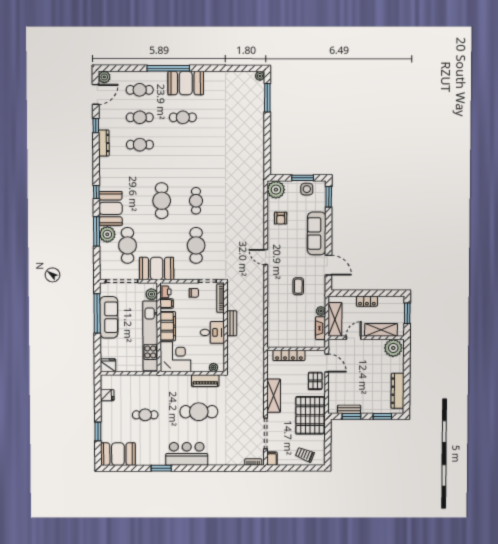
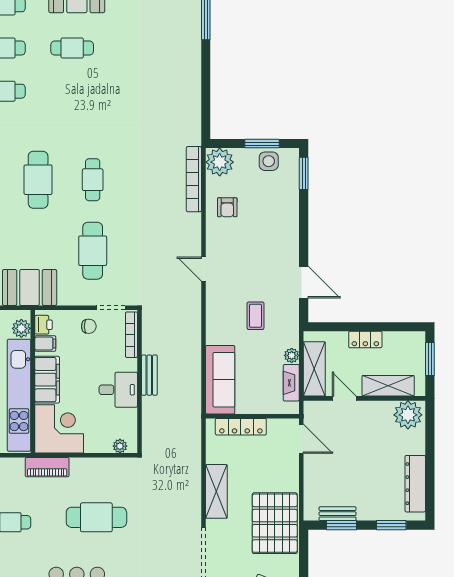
bookcase: (260, 200) -> (194, 179), added
sofa: (317, 233) -> (220, 380), moved, turned 180
door: (354, 338) -> (344, 398), hinge flipped
piano: (205, 381) -> (47, 467), moved
pallet: (315, 381) -> (283, 468), removed

